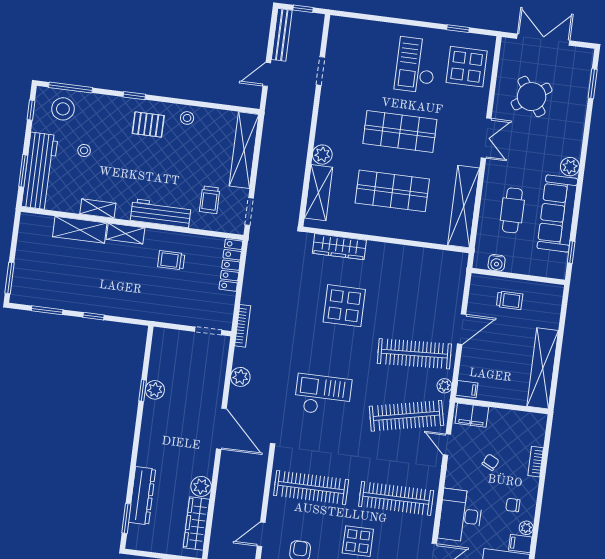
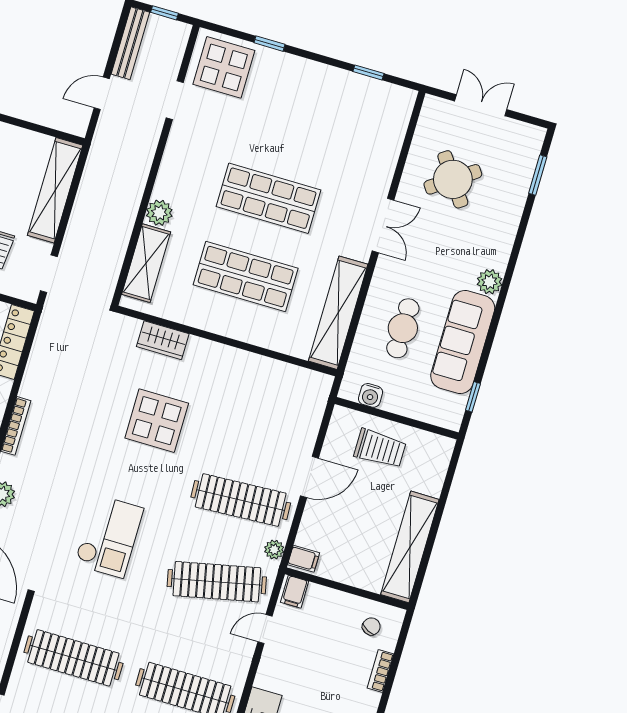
window: (383, 19) -> (270, 44), added
double door: (543, 40) -> (481, 105), width x0.73
checkout: (416, 65) -> (304, 112), removed
display table: (467, 67) -> (224, 67), moved
wardrobe: (339, 247) -> (163, 340), width x0.67
trolley: (510, 300) -> (380, 448), width x1.36, depth x1.39
checkout: (323, 395) -> (109, 536), turned 90
filing cabinet: (472, 415) -> (295, 592), width x0.50
door: (447, 445) -> (265, 629), hinge flipped
chair: (491, 462) -> (371, 626), moved

